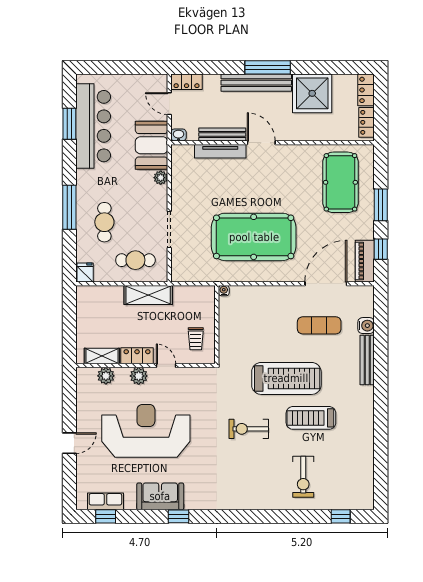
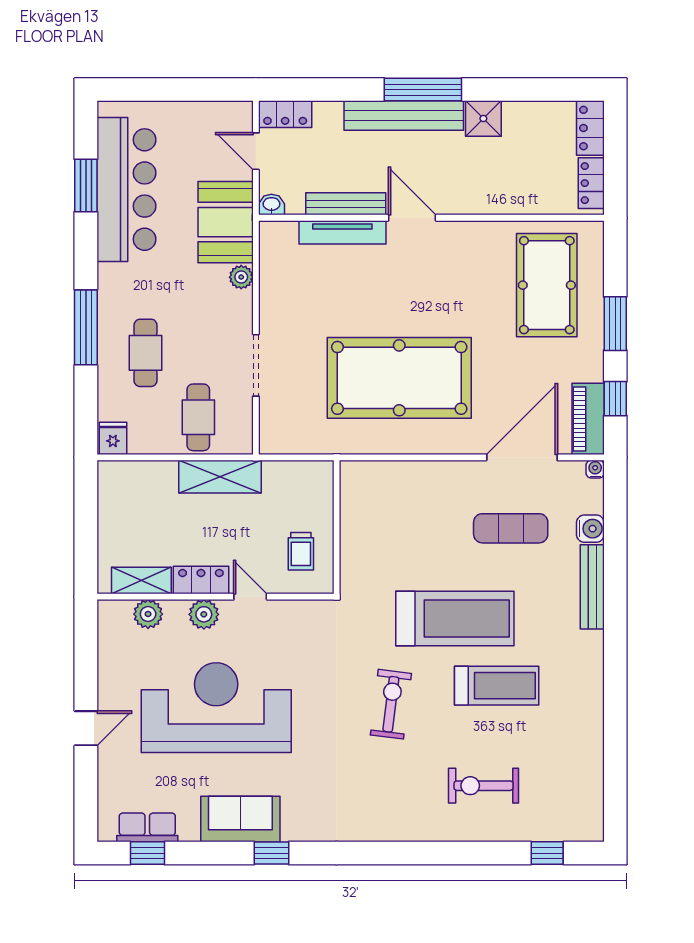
shower: (312, 93) -> (483, 119), width x0.54, depth x0.54
cafe table: (135, 260) -> (198, 417), turned 90
water cooler: (224, 291) -> (595, 469), moved
treadmill: (311, 418) -> (497, 686), turned 180
exercise bike: (249, 429) -> (391, 704), turned 97
exercise bike: (303, 477) -> (483, 786), turned 90

